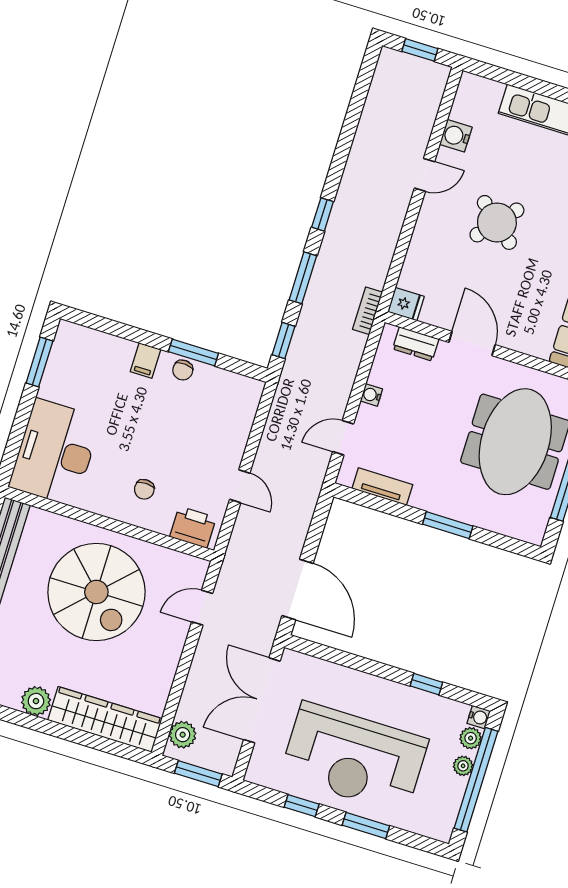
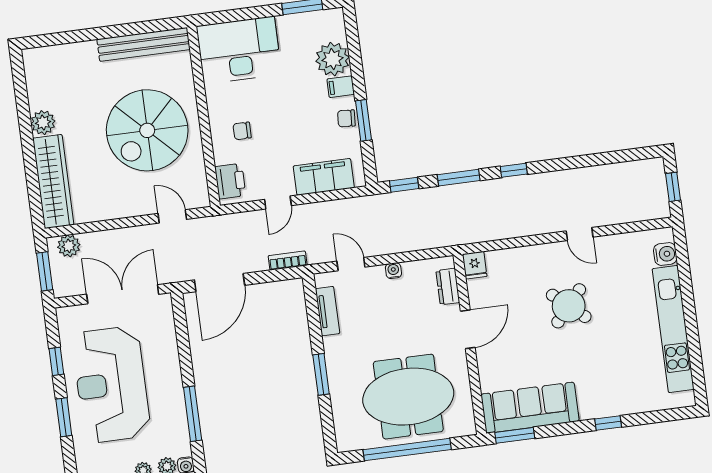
water cooler: (456, 136) -> (665, 254), moved, turned 90
bookcase: (368, 311) -> (288, 260), moved
plant: (112, 355) -> (333, 59), added
filing cabinet: (235, 424) -> (324, 177), added
window: (426, 684) -> (193, 414), width x2.17

